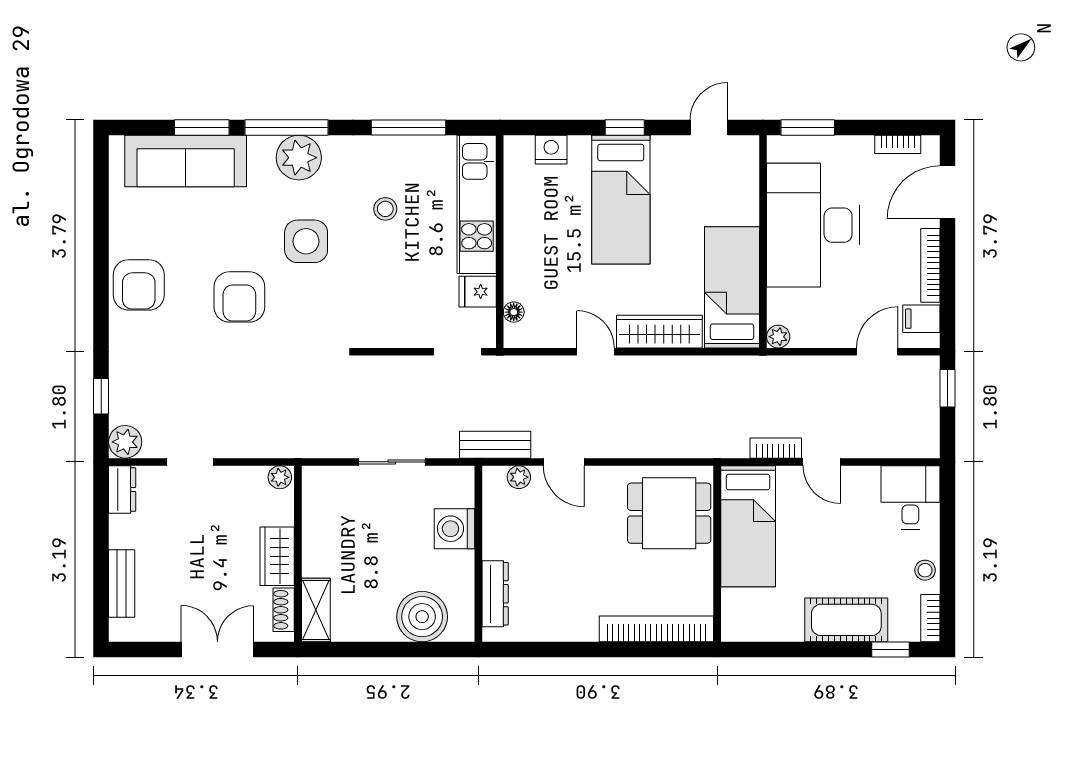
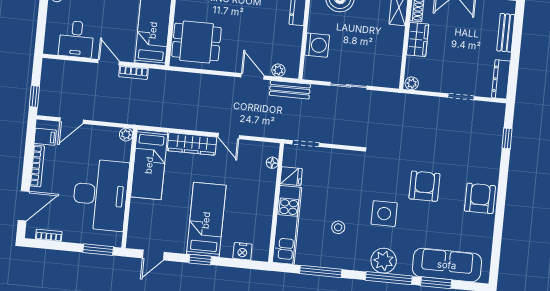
plant: (125, 442) -> (496, 112), removed
dresser: (122, 490) -> (501, 79), width x1.44
desk: (910, 497) -> (76, 39), moved

